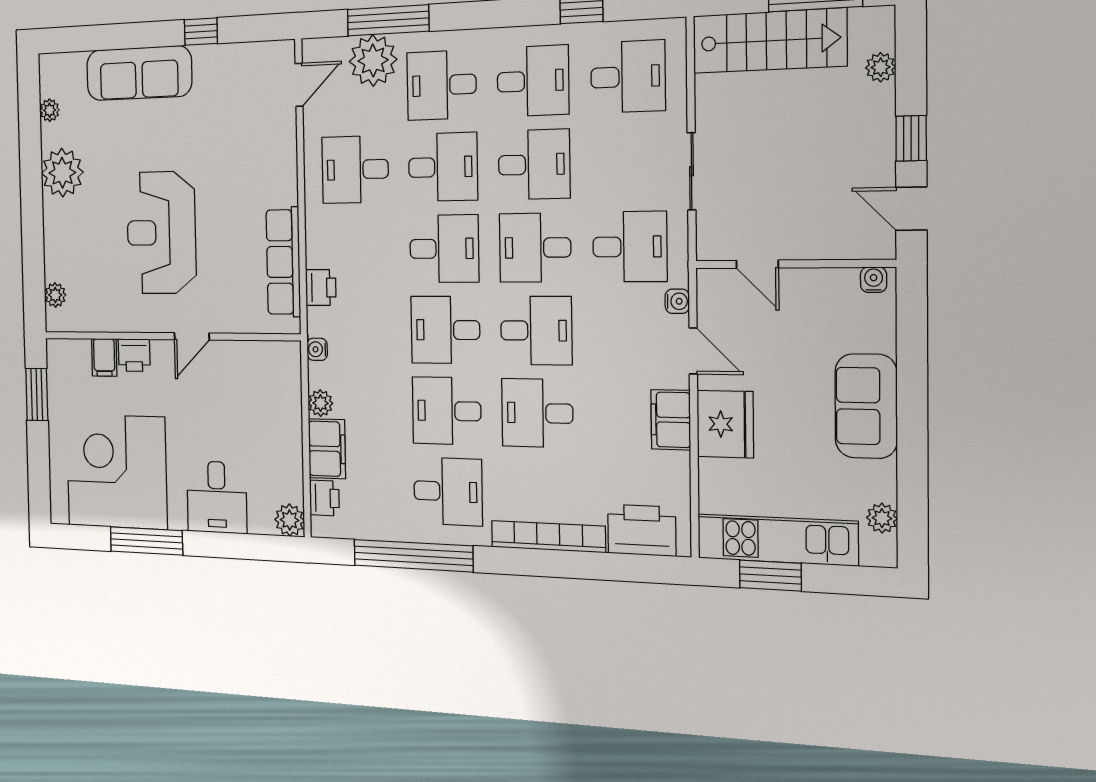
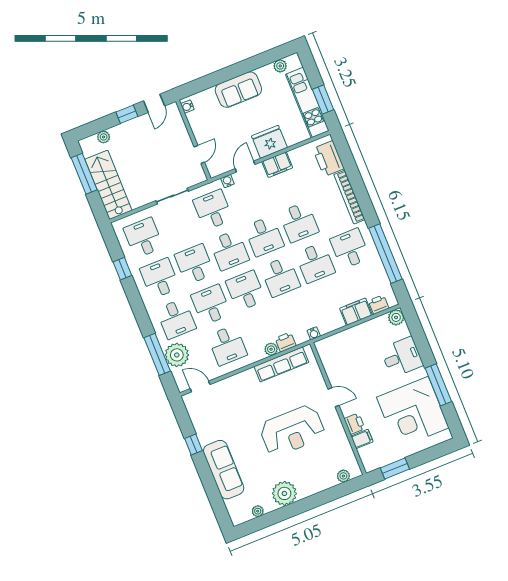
desk: (536, 331) -> (264, 236), turned 180
plant: (320, 403) -> (271, 349), moved

